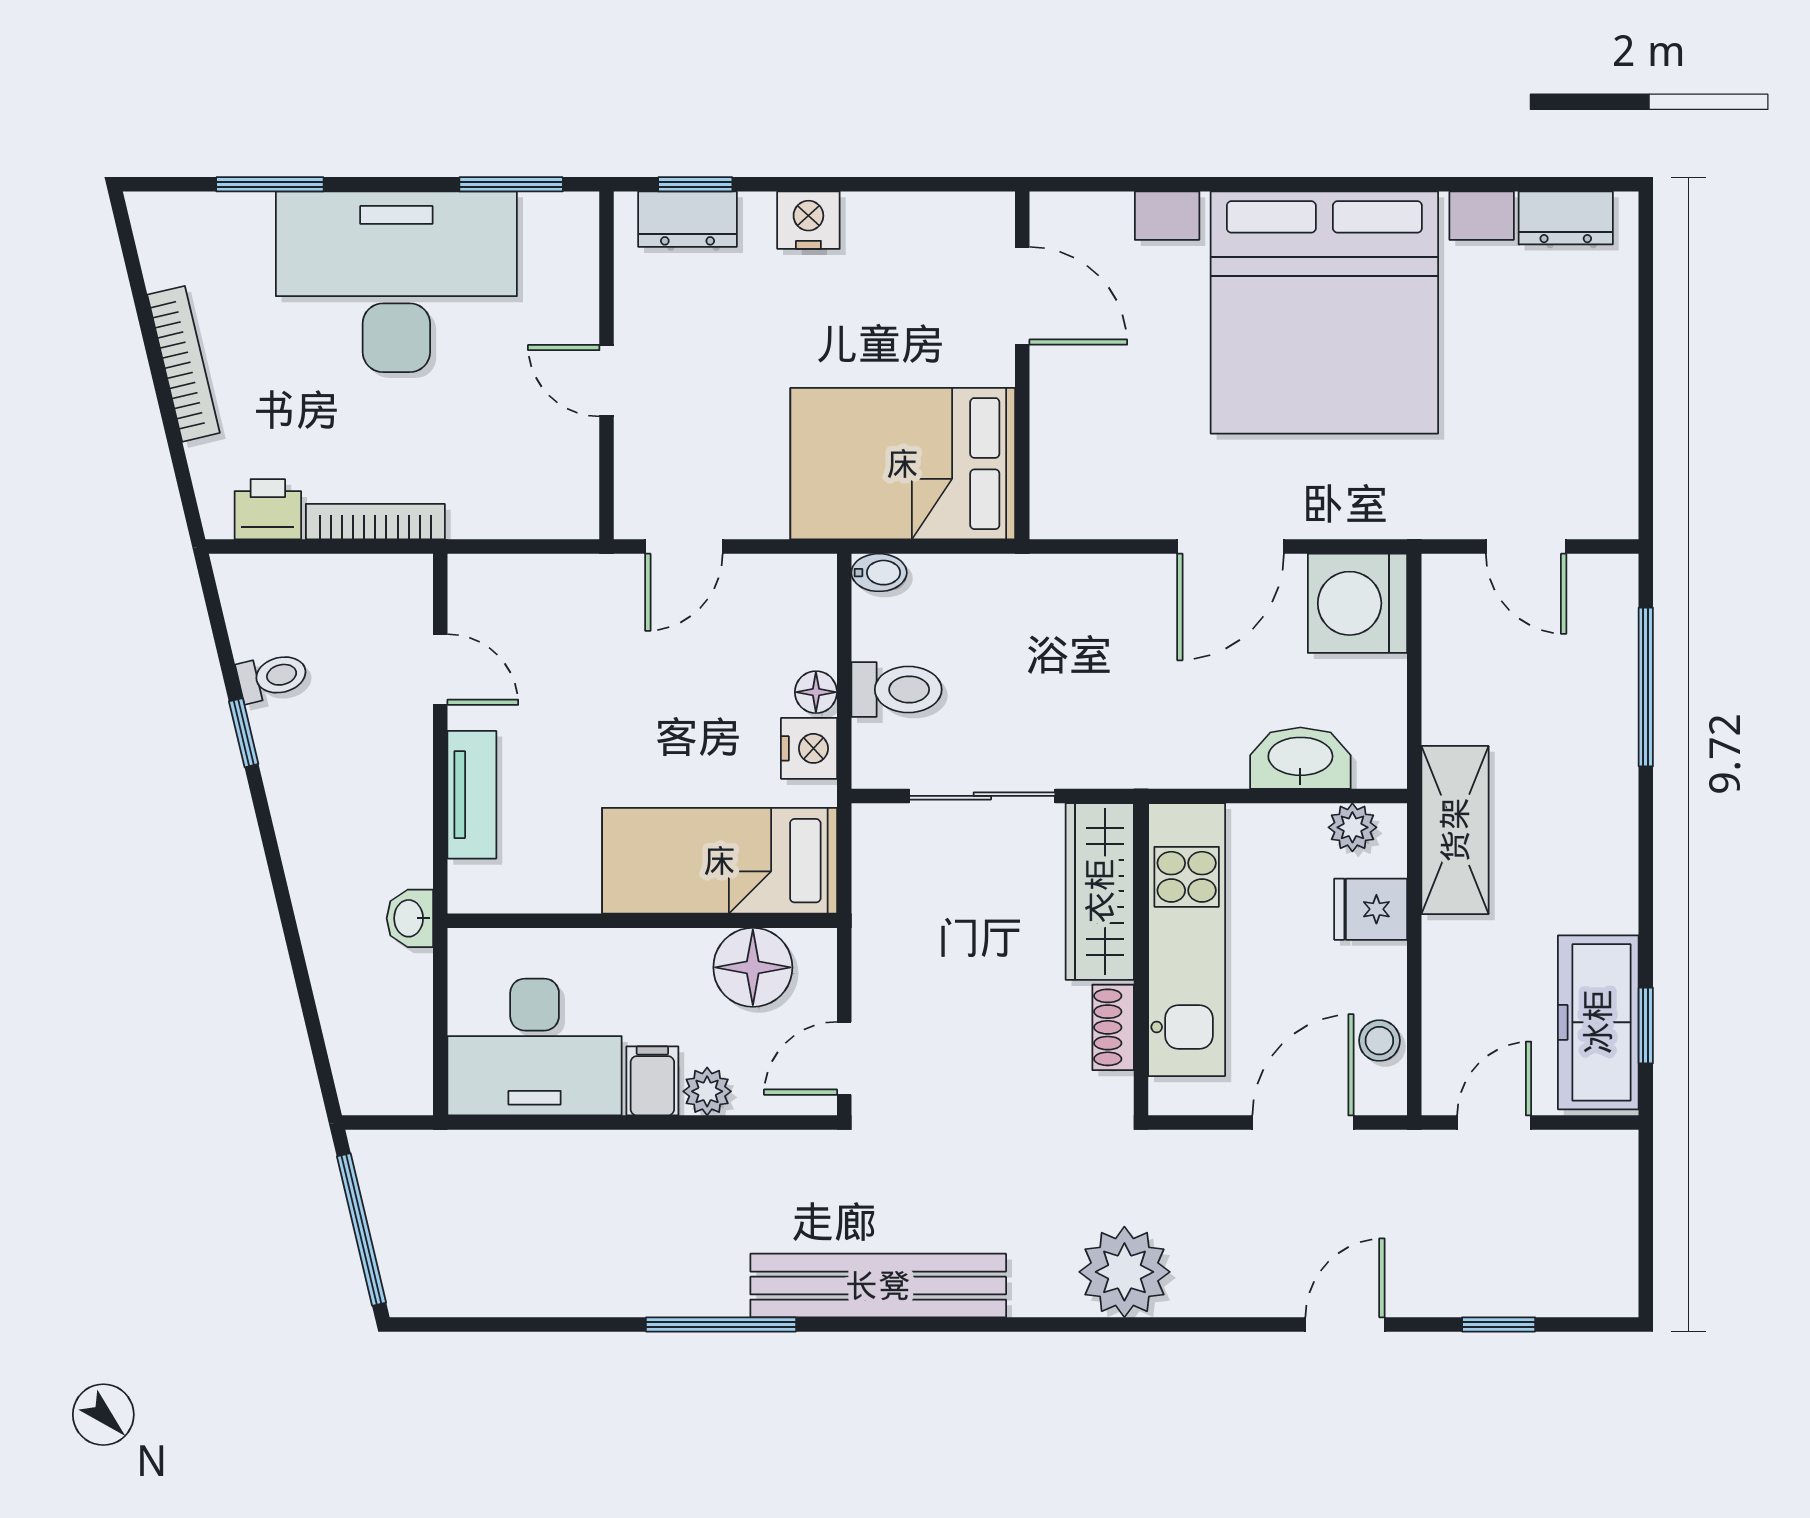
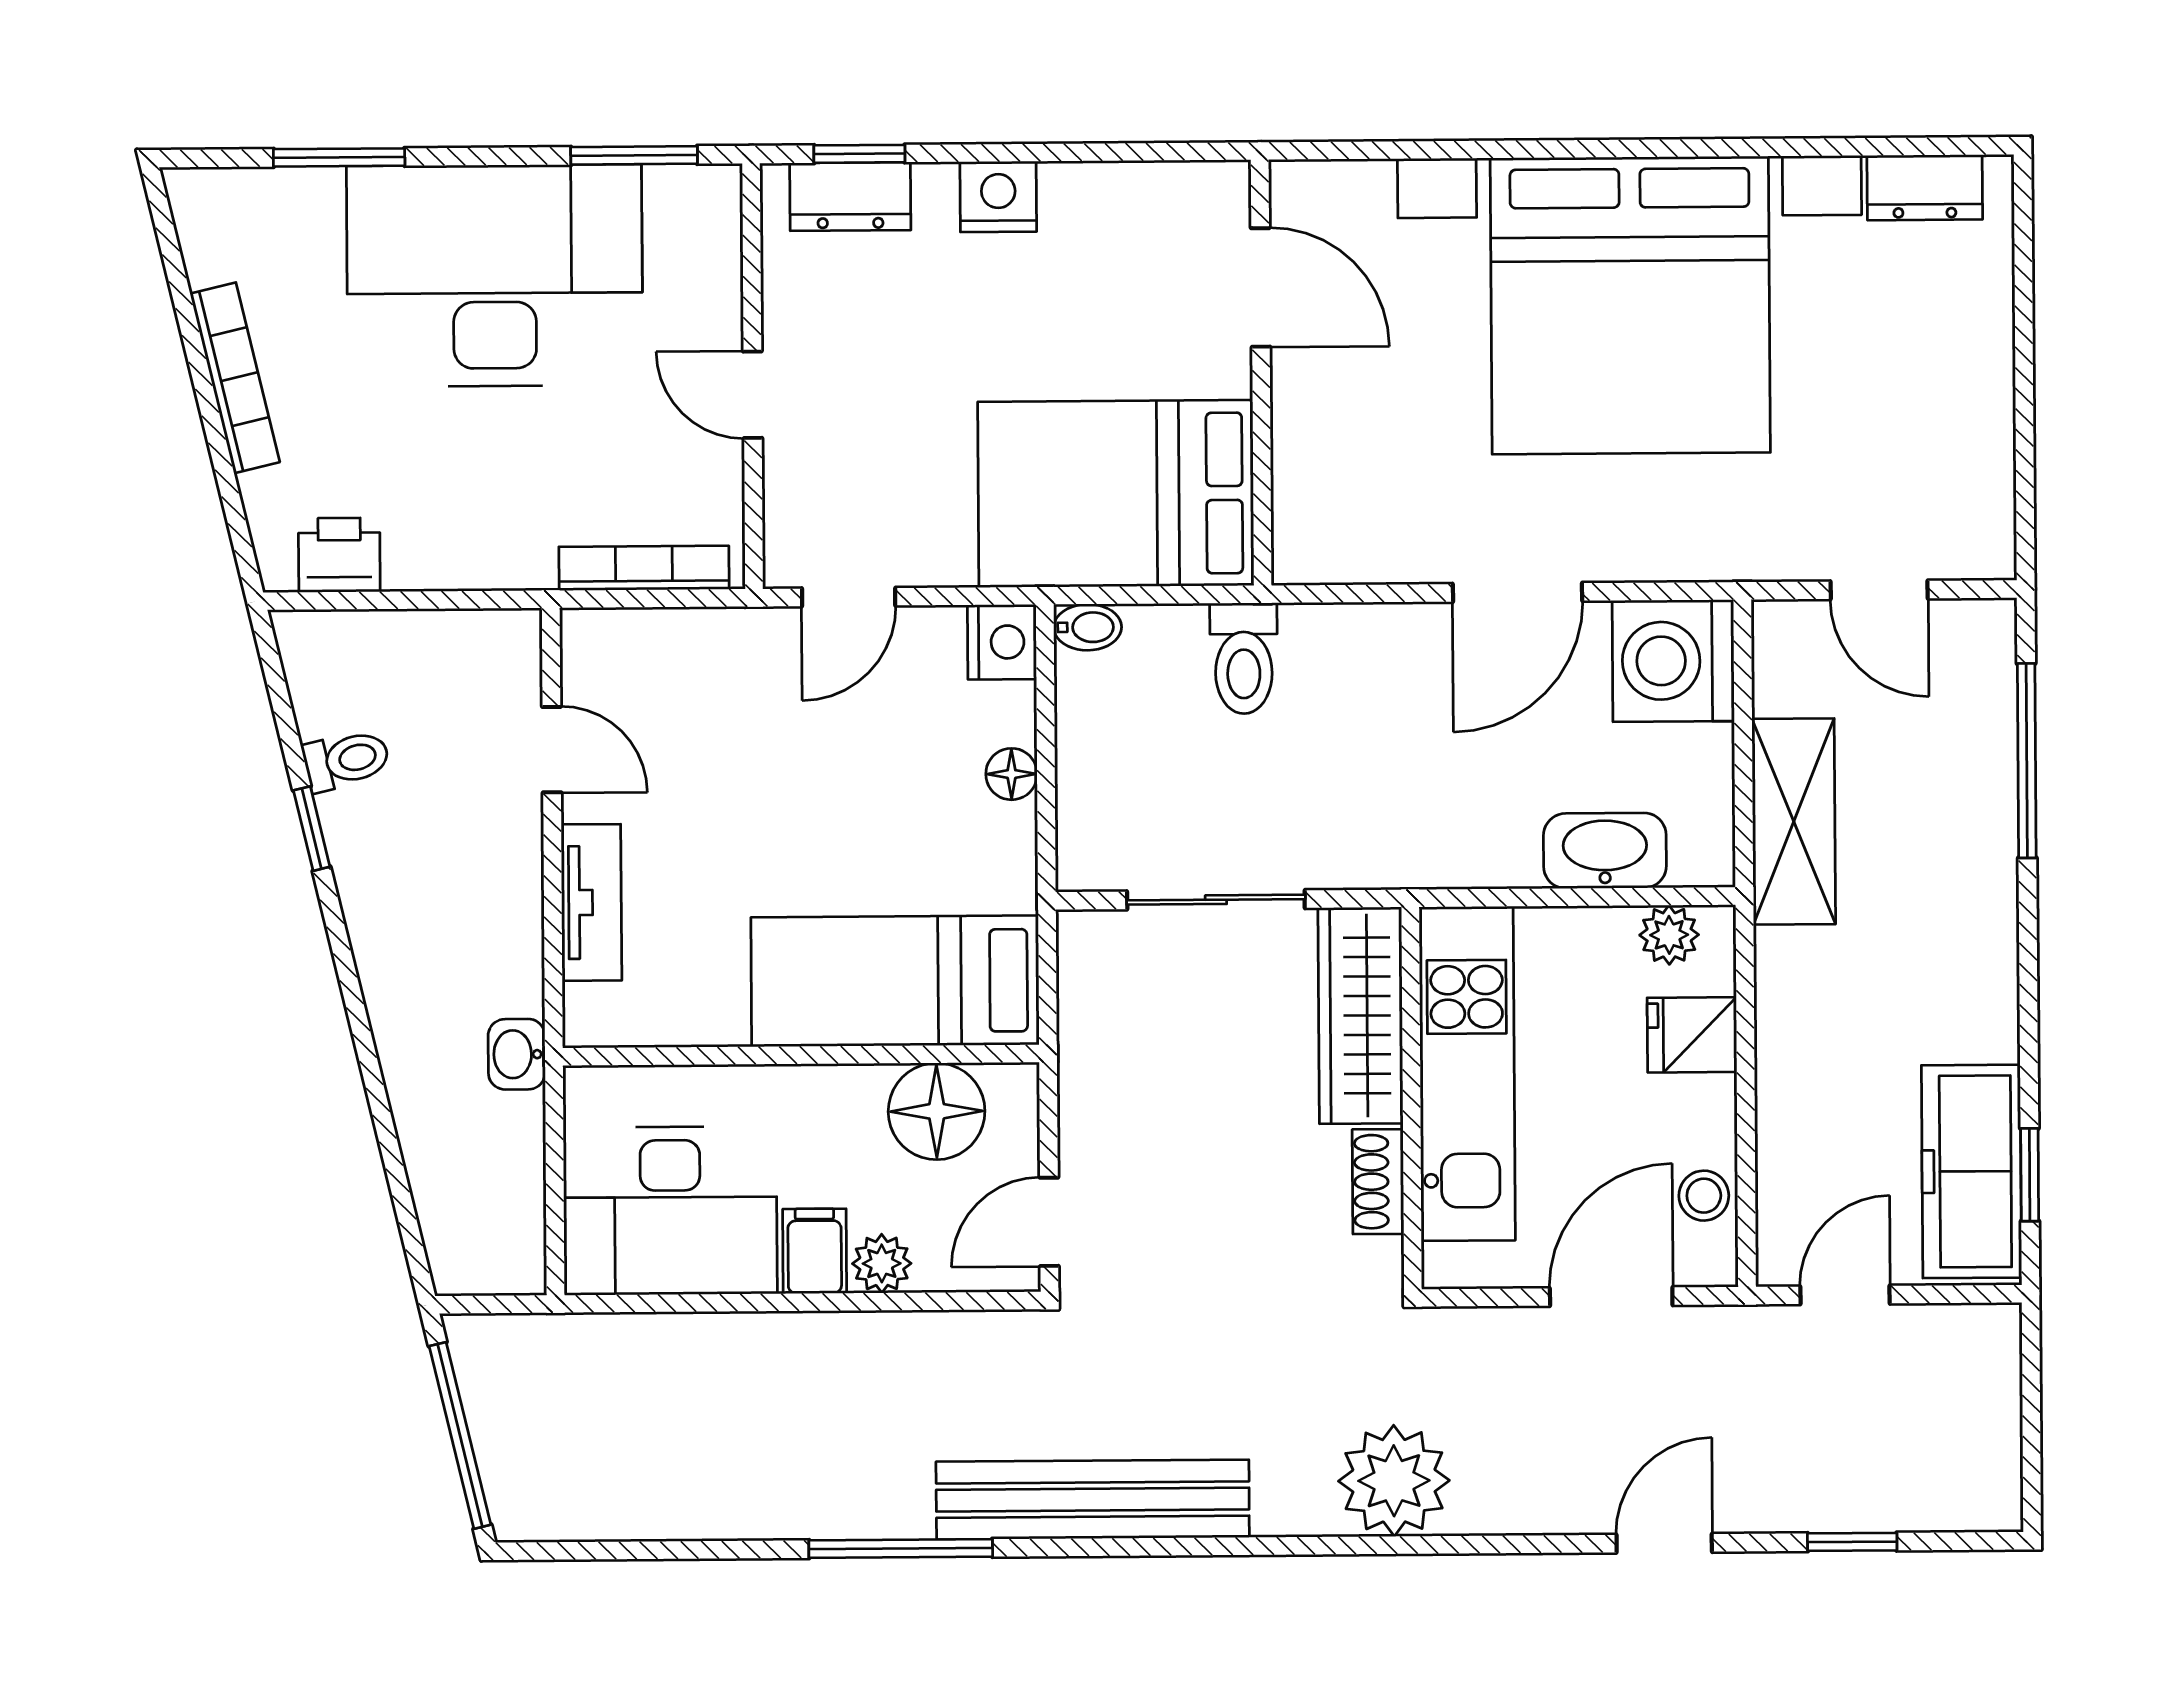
bookcase: (375, 522) -> (644, 568), moved
toilet: (896, 689) -> (1244, 658), moved, turned 90
nightstand: (809, 748) -> (1002, 642), moved
shelving: (1455, 830) -> (1794, 821), moved

